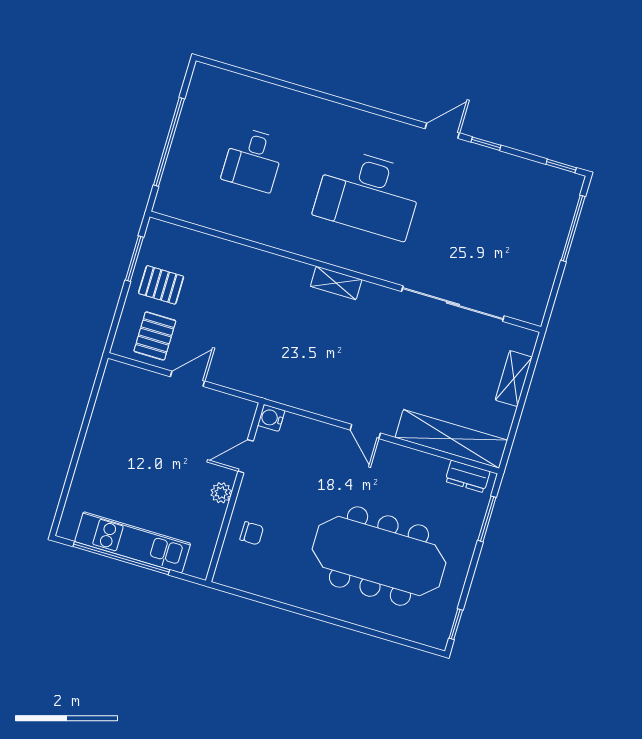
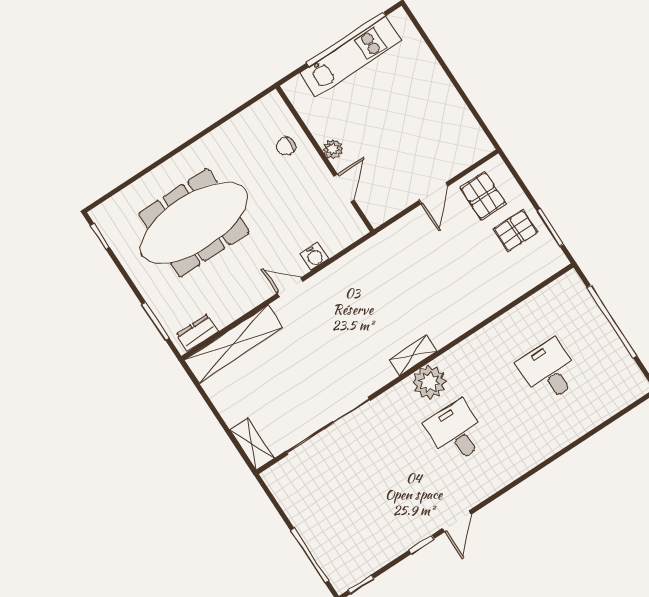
desk: (368, 194) -> (456, 432), width x0.53, depth x0.77
plant: (346, 250) -> (429, 382), added
shelving: (514, 379) -> (252, 444), moved
water cooler: (271, 418) -> (314, 256), moved, turned 90

